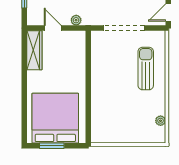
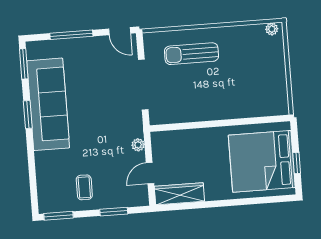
plant: (161, 121) -> (272, 29), moved
window: (52, 146) -> (297, 163), width x0.67

